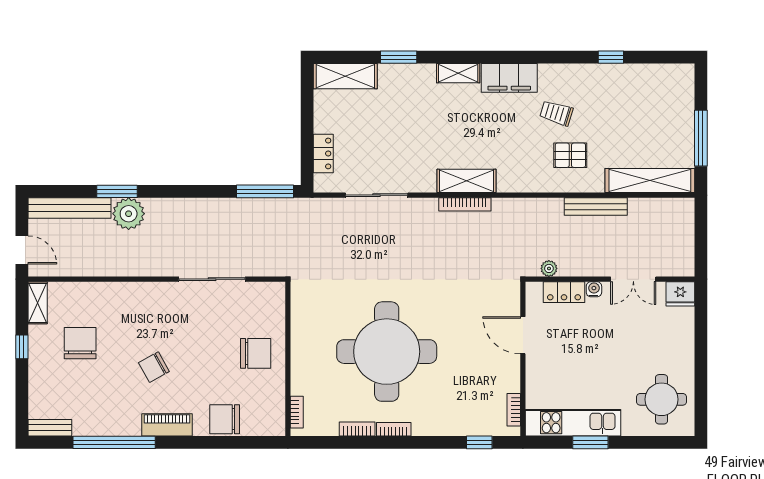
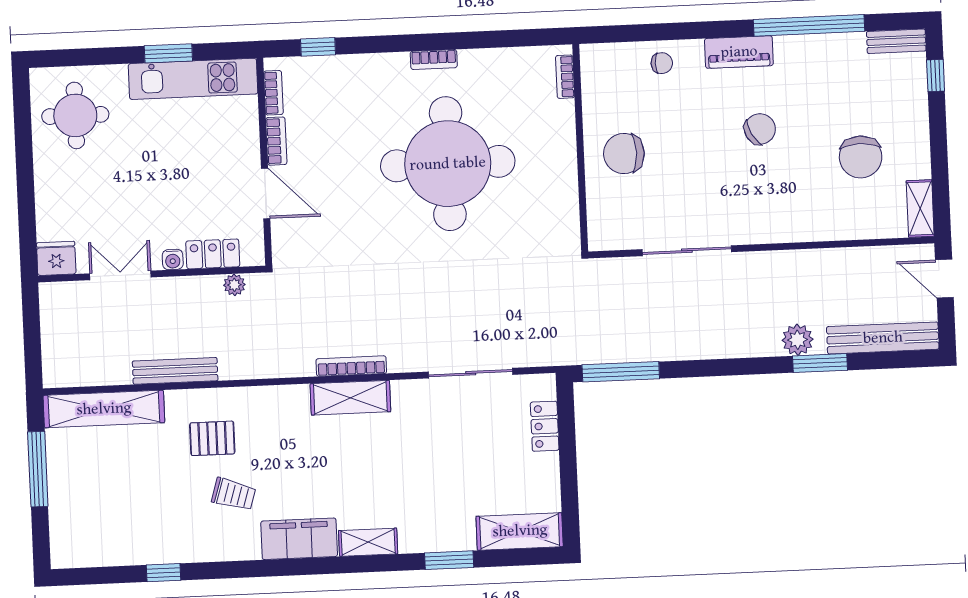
plant: (129, 214) -> (798, 340), width x0.73, depth x0.73
window: (22, 347) -> (936, 76), moved
chair: (225, 419) -> (662, 63), width x0.54, depth x0.54
bookcase: (357, 429) -> (276, 141), moved, turned -90

